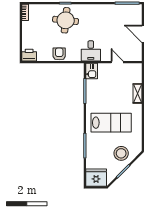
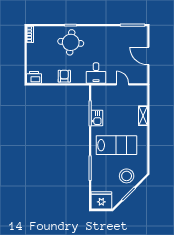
kitchen sink: (92, 71) -> (97, 118), moved

